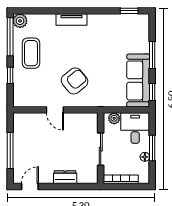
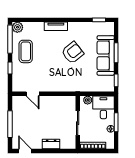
armchair: (75, 81) -> (73, 53), moved
sofa: (138, 81) -> (106, 55), moved
door: (55, 110) -> (33, 94), moved
door: (30, 186) -> (25, 151), hinge flipped

